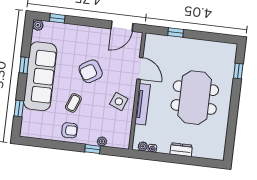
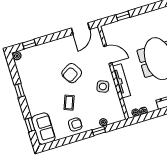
sofa: (40, 76) -> (43, 129), moved, width x0.54, depth x0.79

